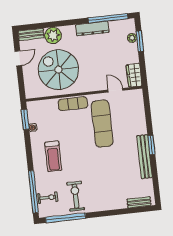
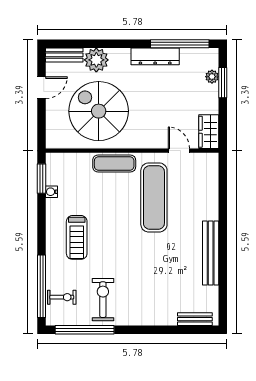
window: (151, 145) -> (223, 237), removed

